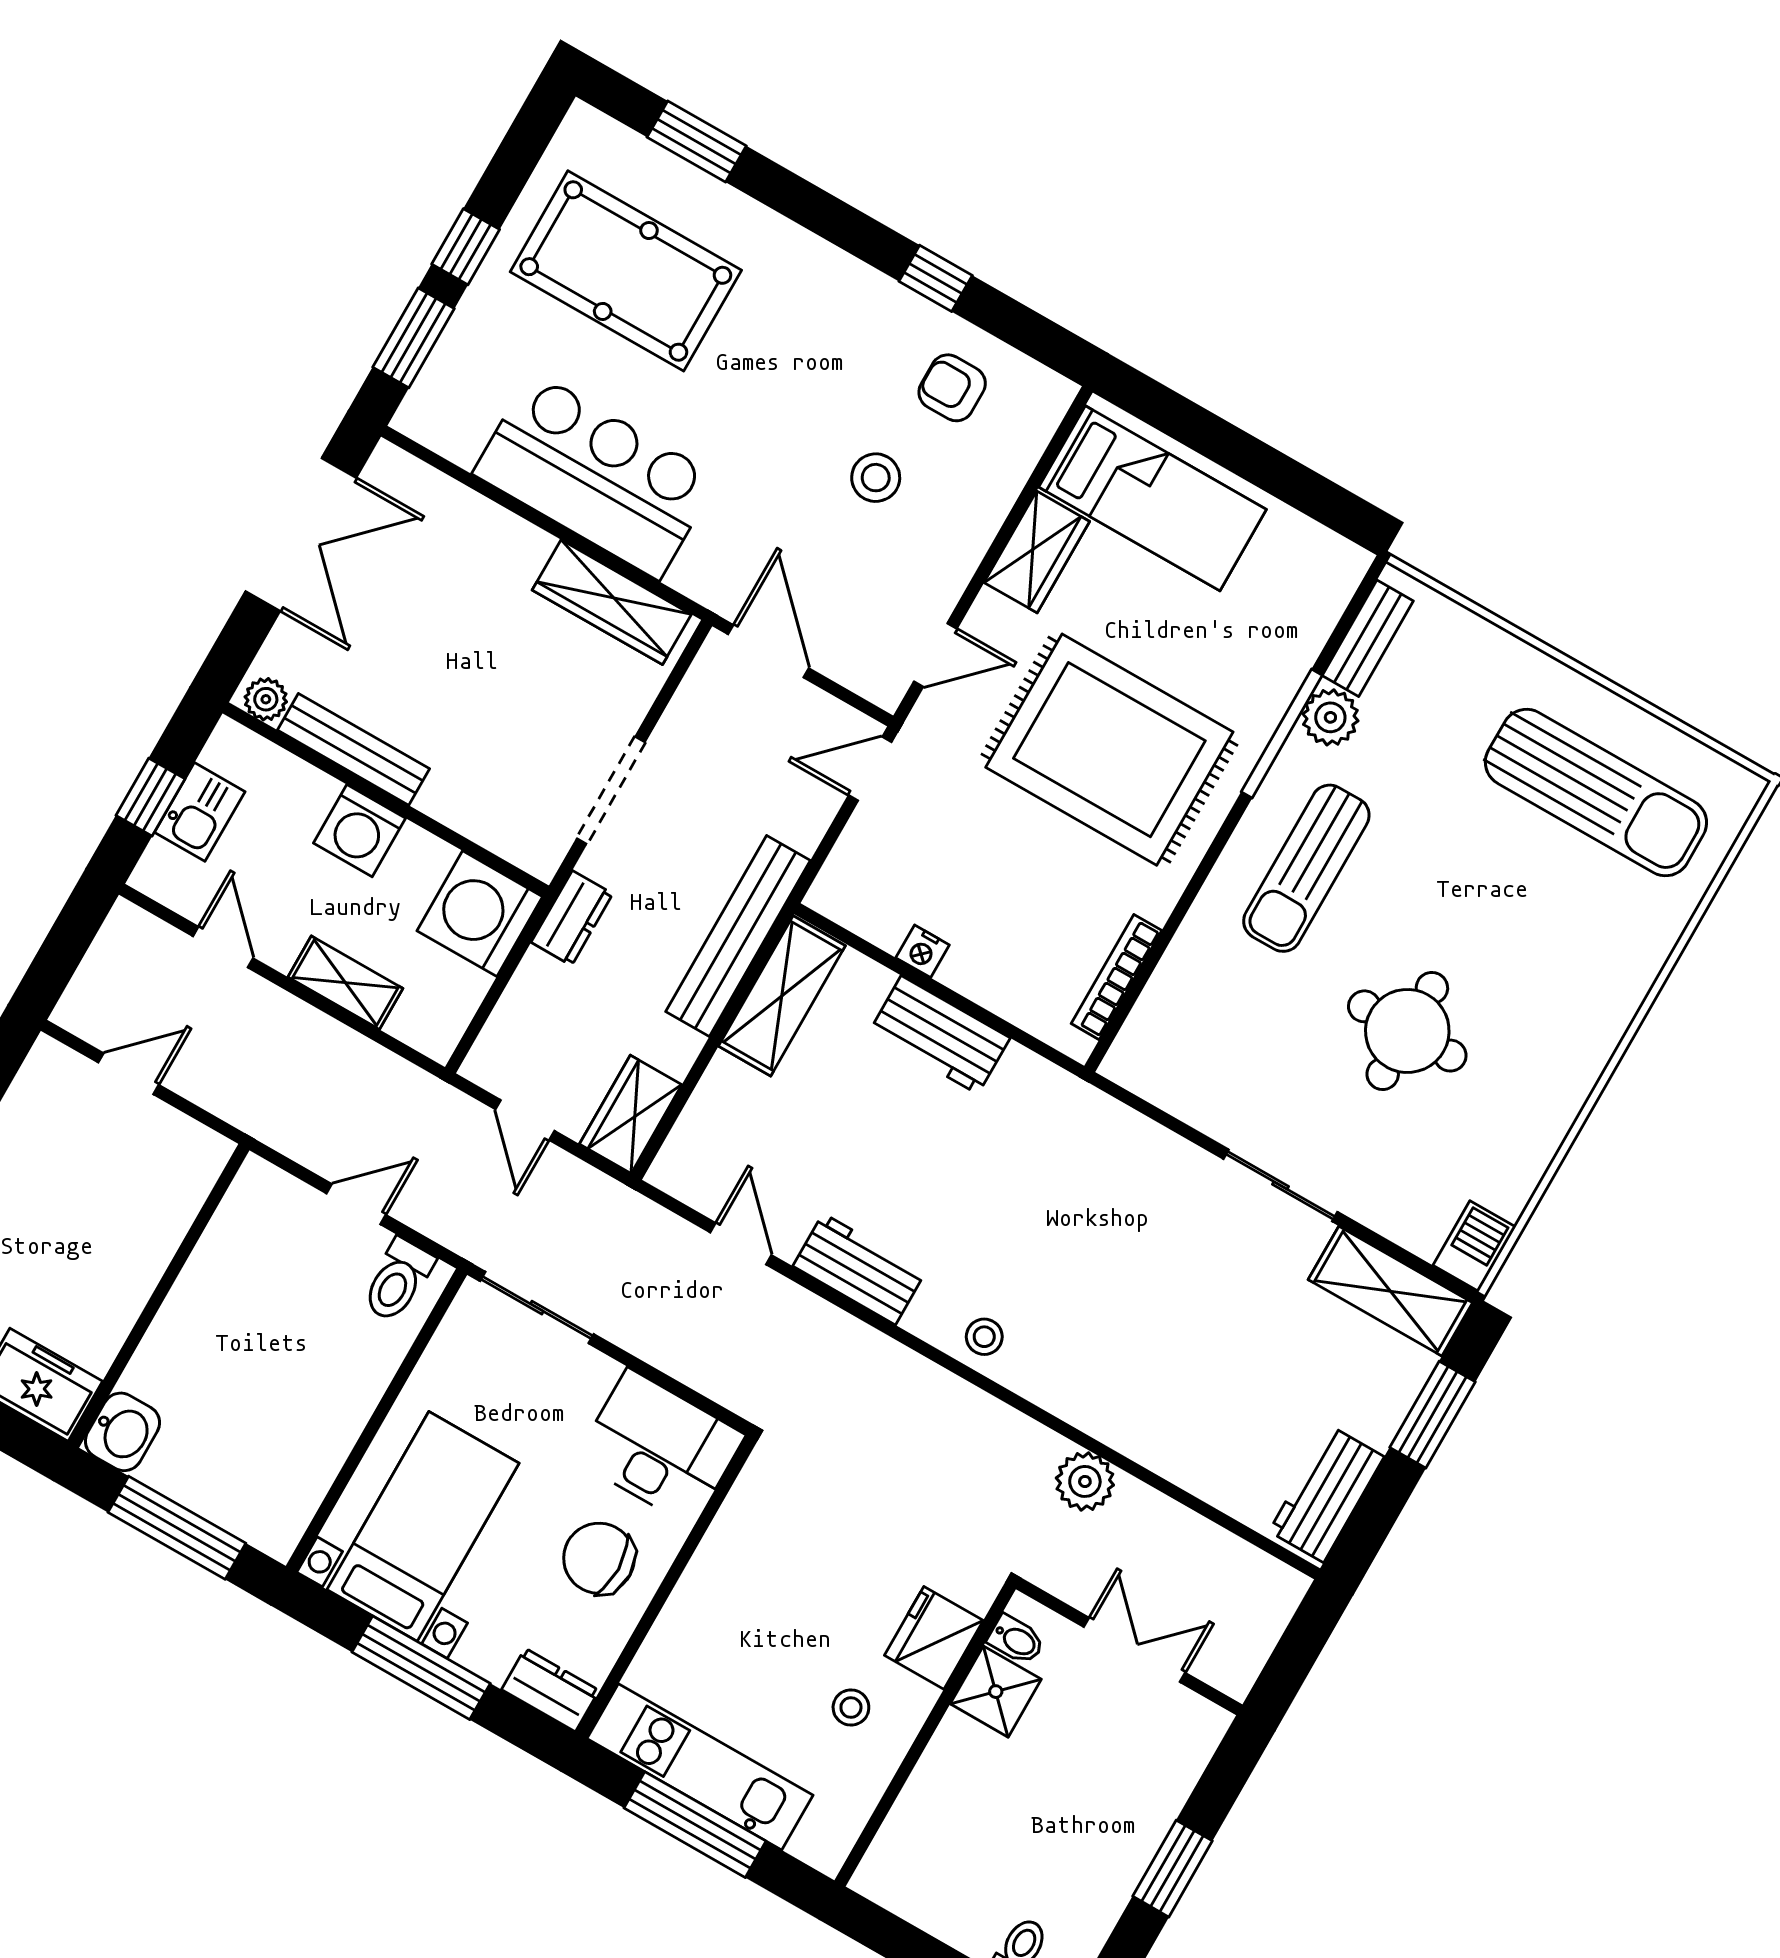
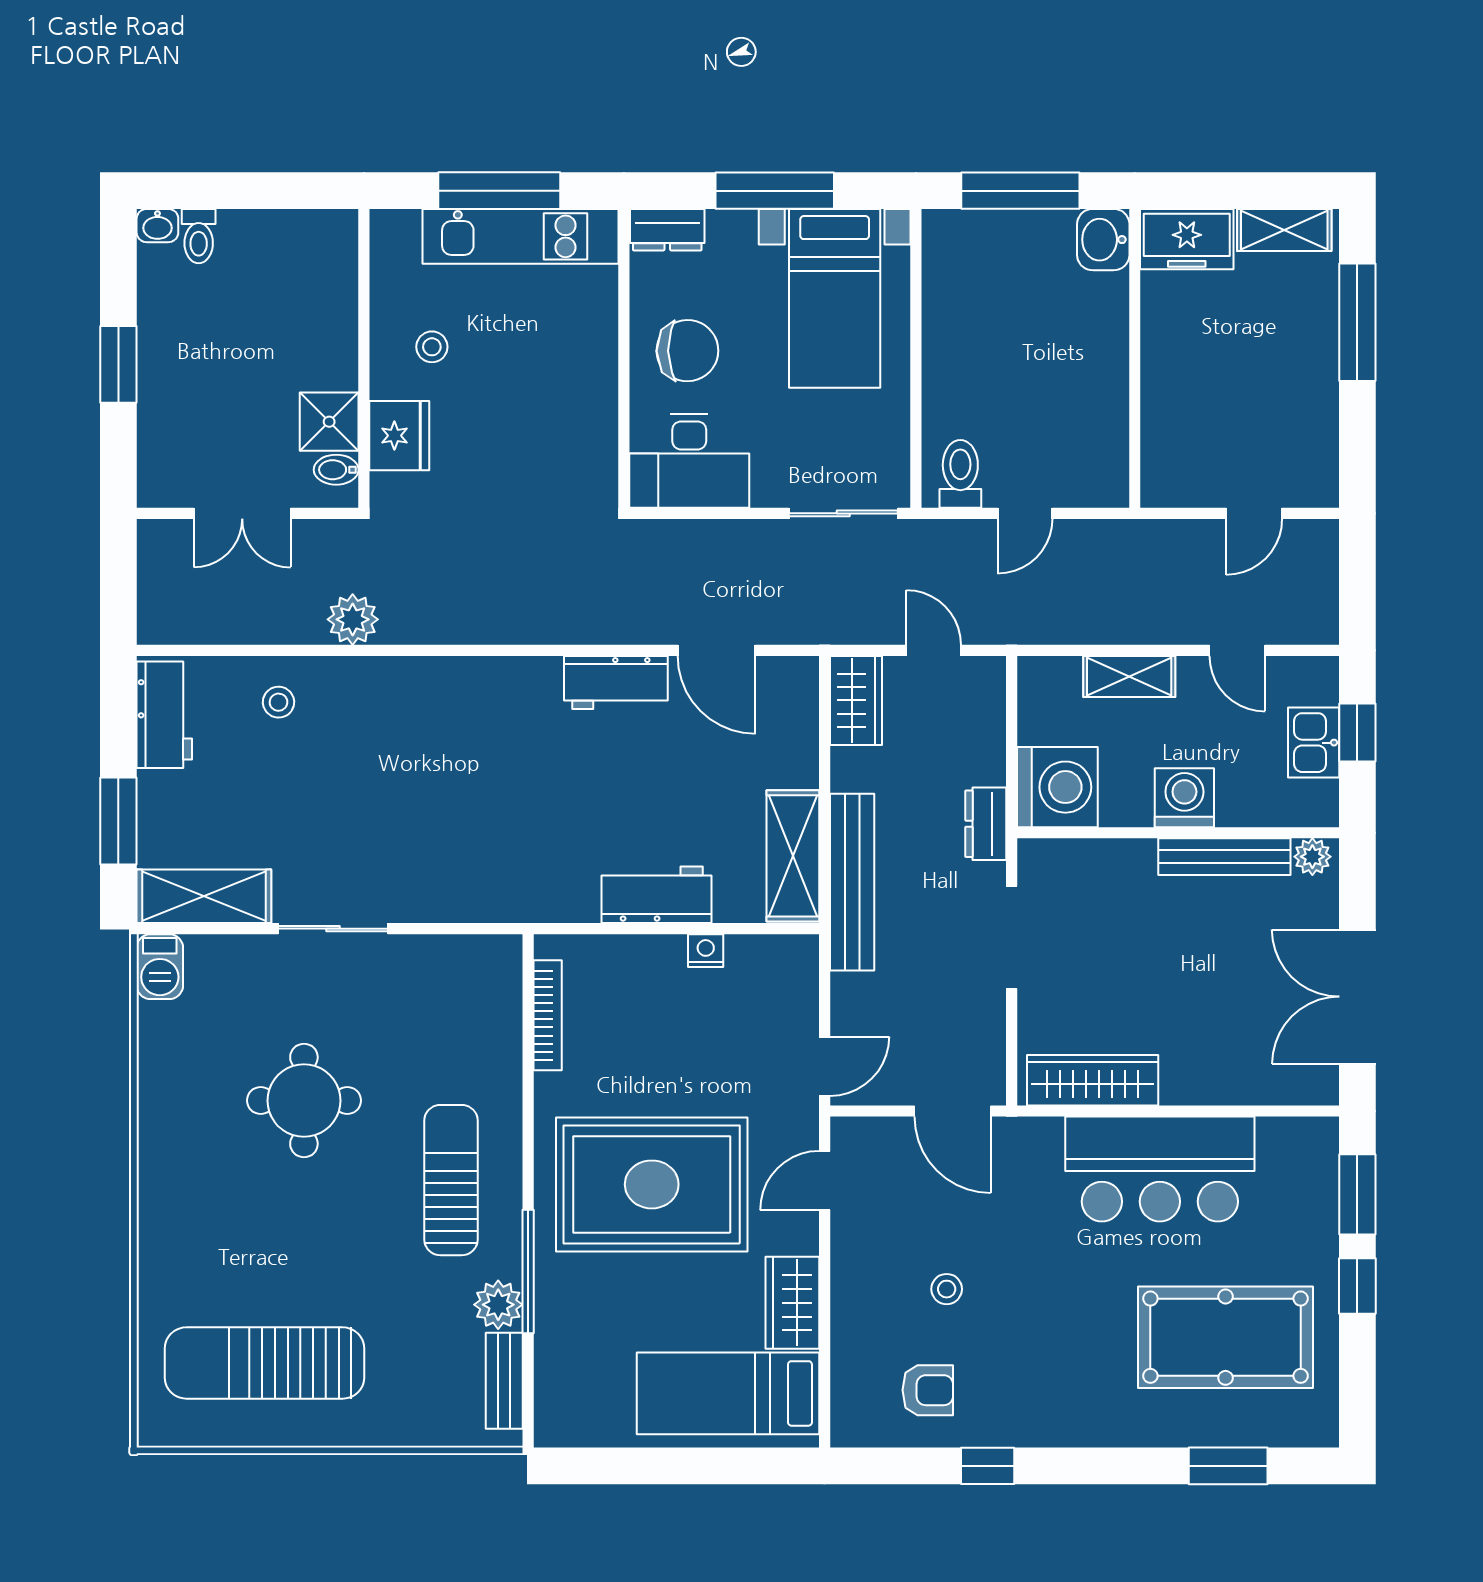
stool: (876, 478) -> (947, 1289), width x0.73, depth x0.73
door: (741, 1244) -> (716, 650), width x1.38
stool: (984, 1337) -> (278, 702), moved

